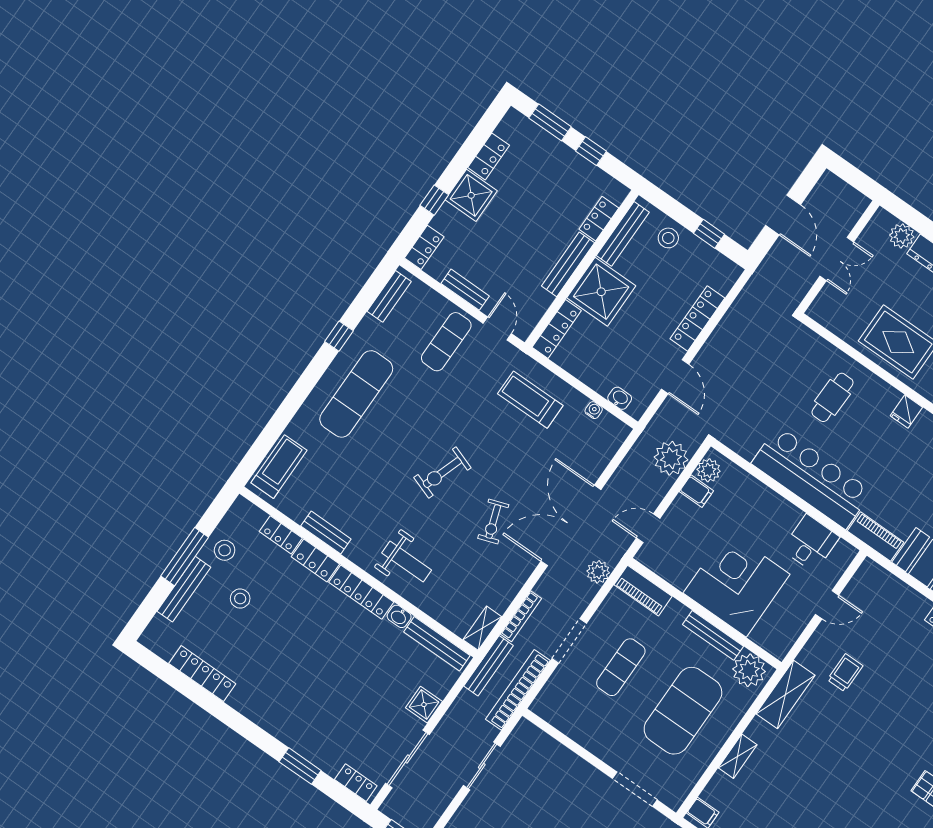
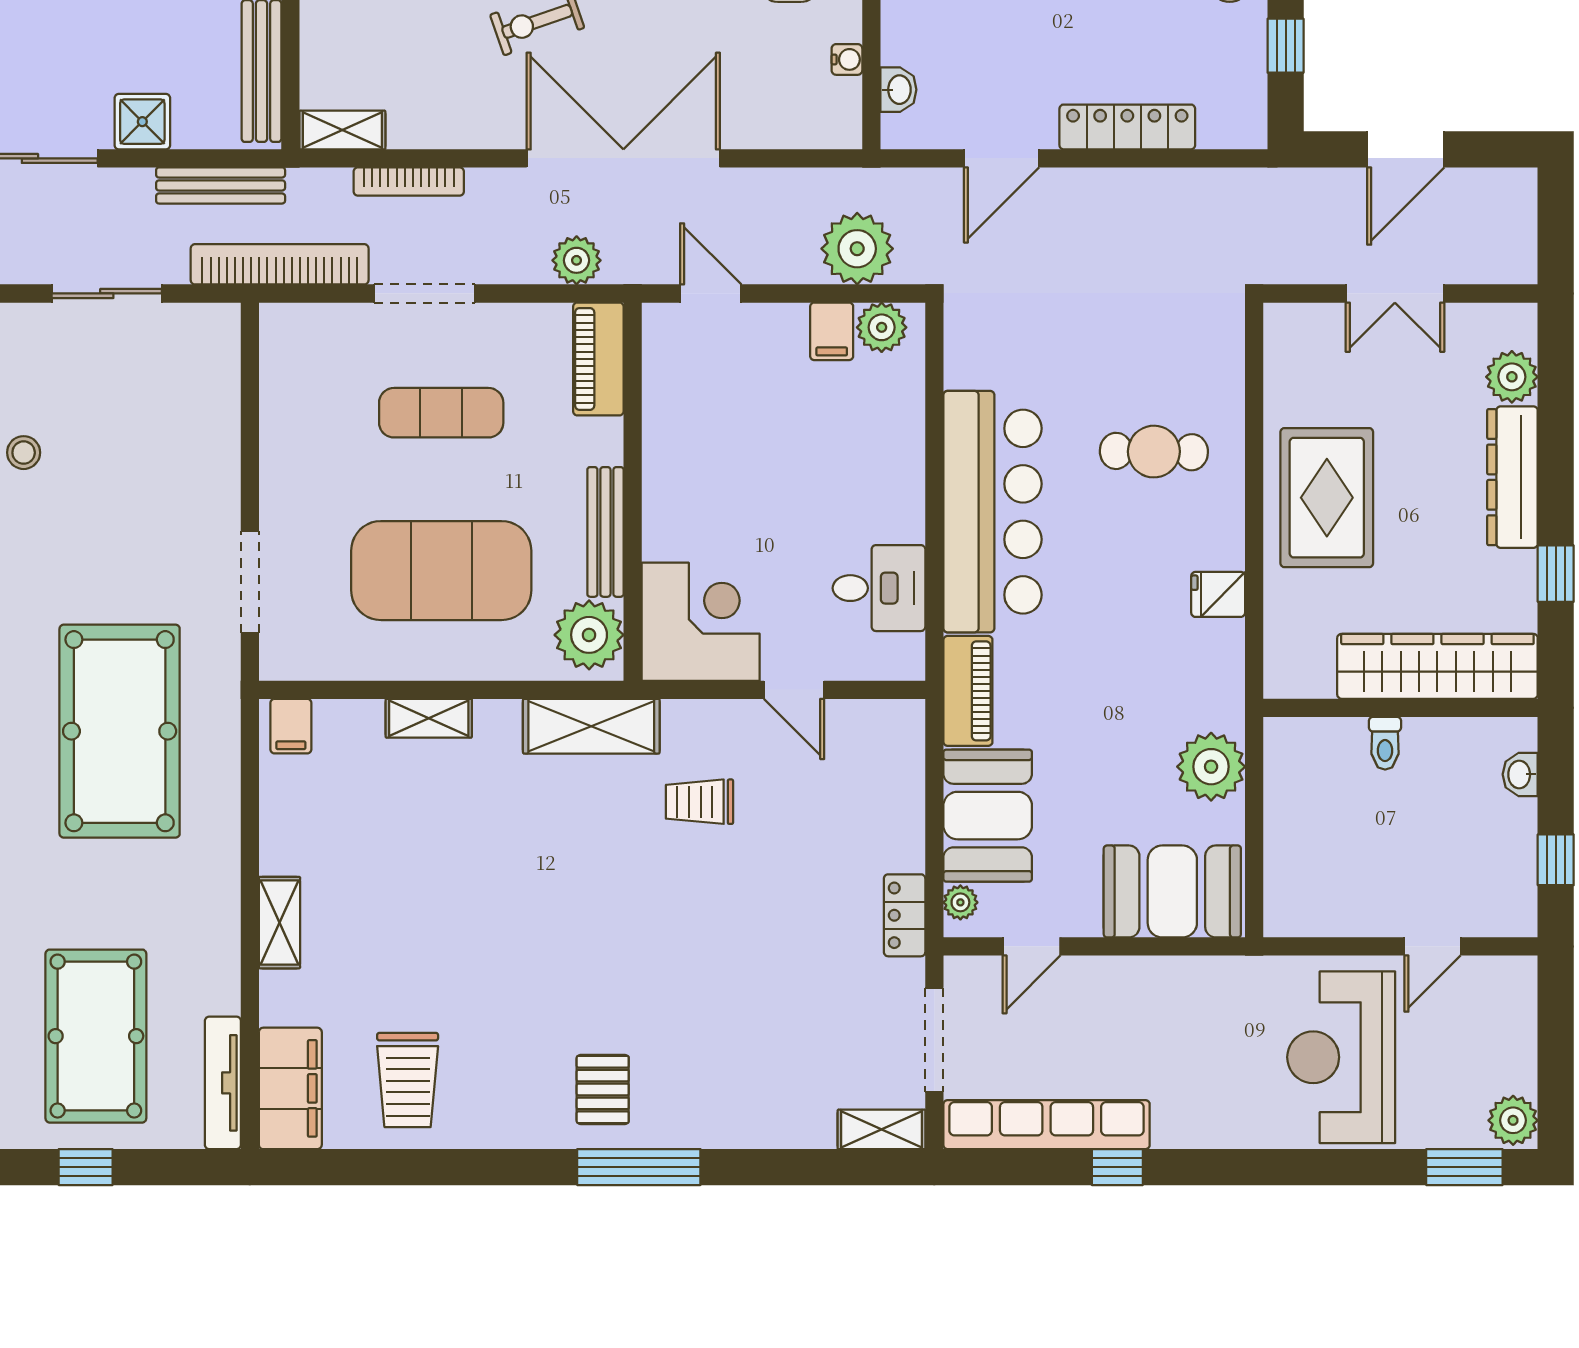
corner desk: (737, 584) -> (701, 622), moved, width x0.74, depth x0.74
bench: (489, 666) -> (221, 185), moved
trolley: (845, 673) -> (700, 802), turned 180

